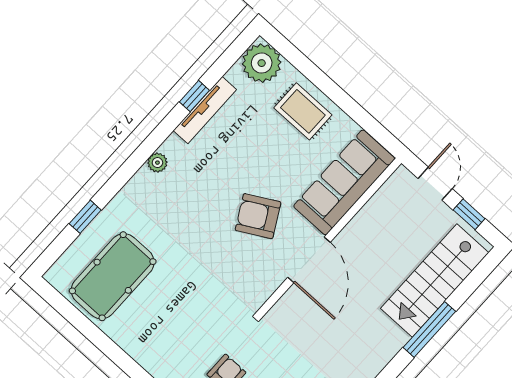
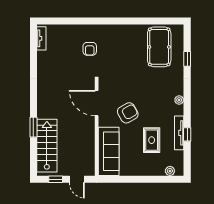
plant: (262, 63) -> (170, 171), width x0.53, depth x0.53
rug: (303, 111) -> (152, 140), moved, turned 90
door: (309, 260) -> (97, 103), moved
window: (429, 329) -> (33, 127), width x0.69

